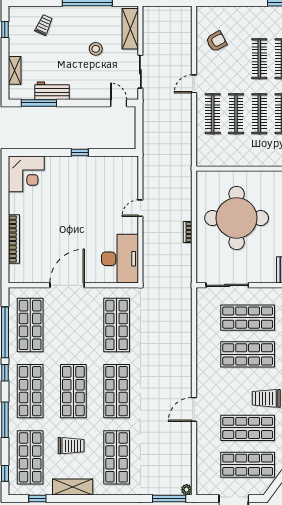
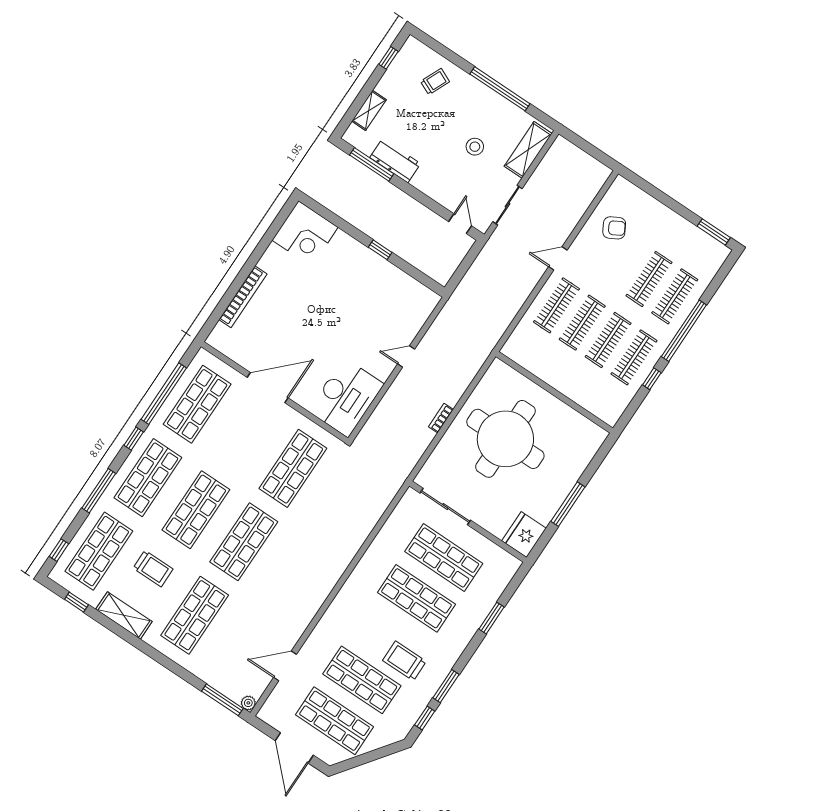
door: (194, 409) -> (285, 666), moved

